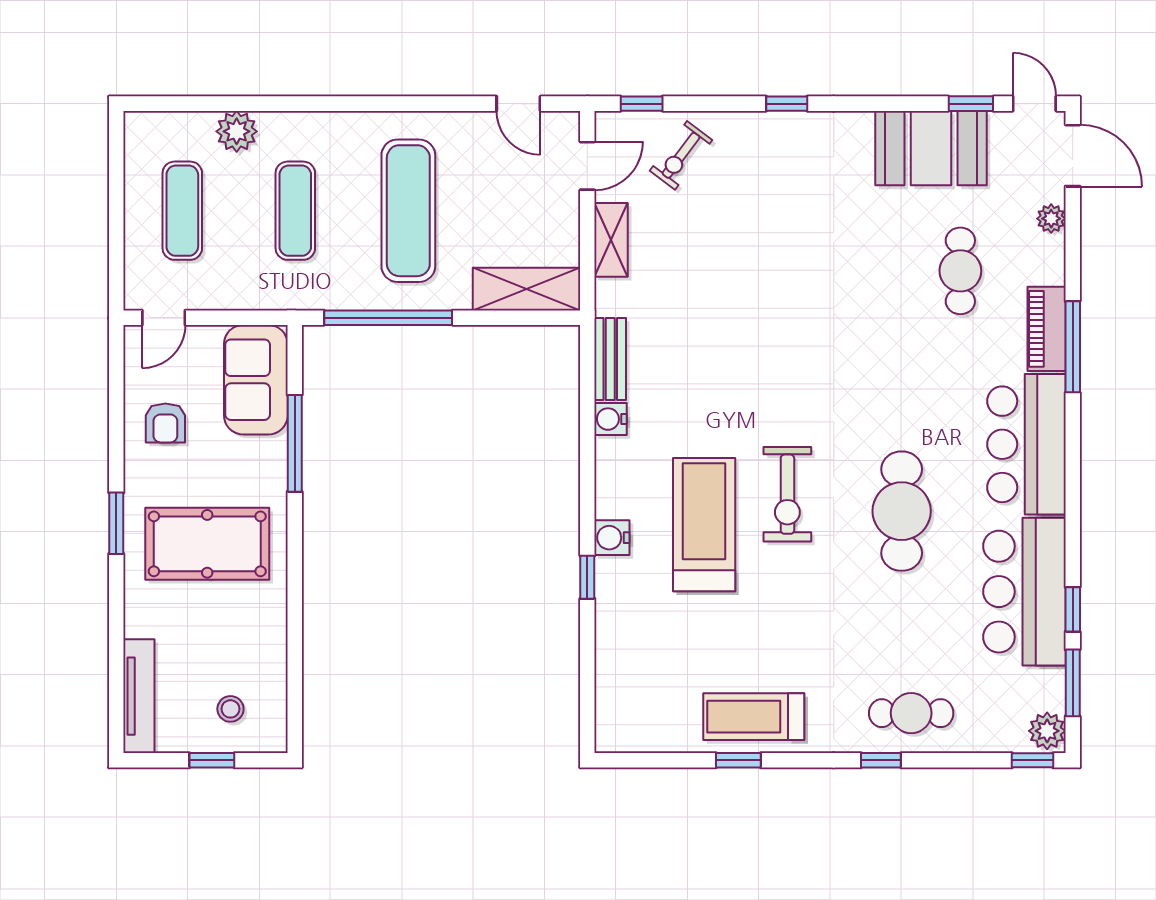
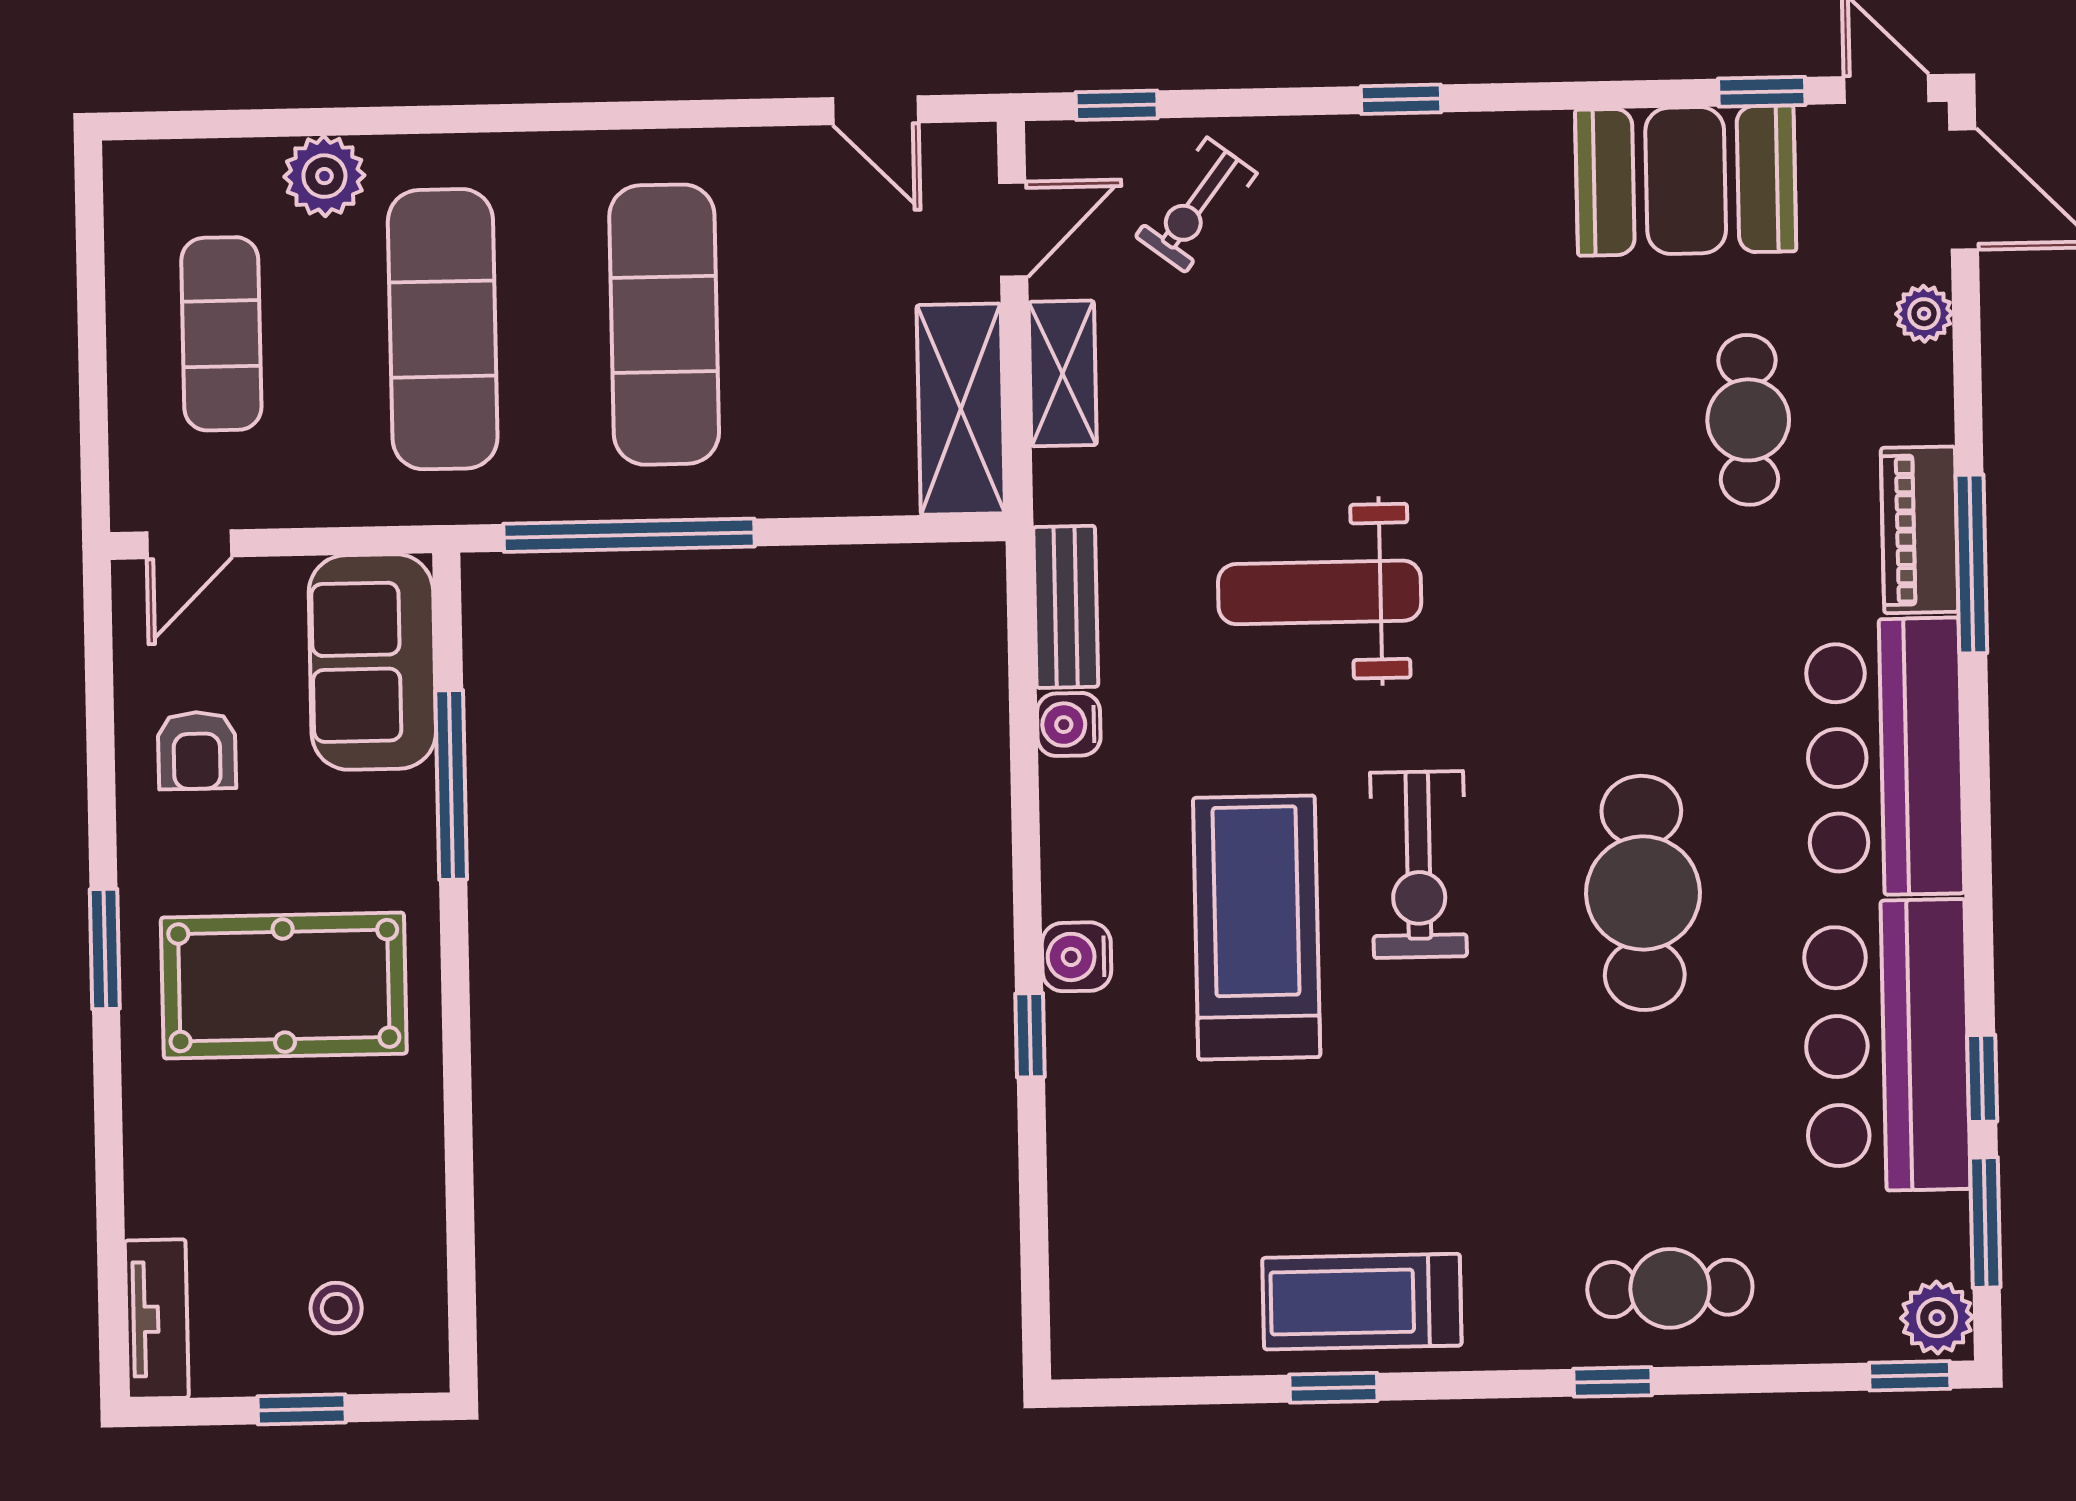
exercise mat: (295, 211) -> (443, 329), width x1.36, depth x1.45
shelving: (527, 289) -> (961, 409), moved, turned 90
weight bench: (740, 354) -> (1320, 592), added
tv unit: (139, 696) -> (157, 1319), width x0.71

